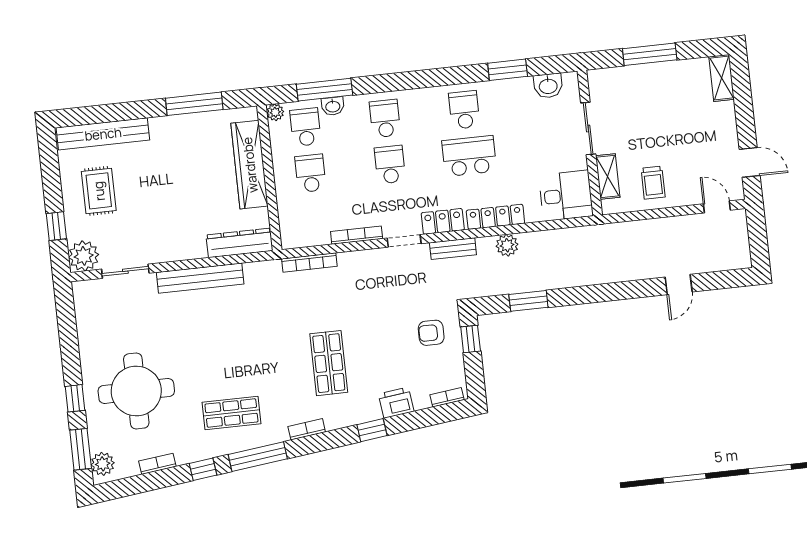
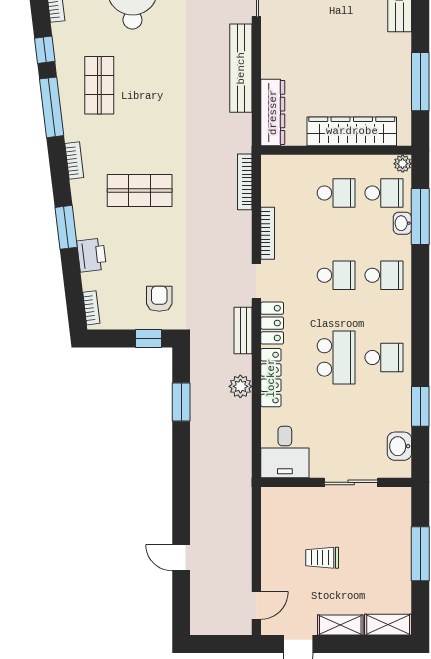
shelving: (608, 177) -> (340, 625), moved
trolley: (653, 183) -> (322, 558), moved
window: (372, 430) -> (66, 227), width x1.50

